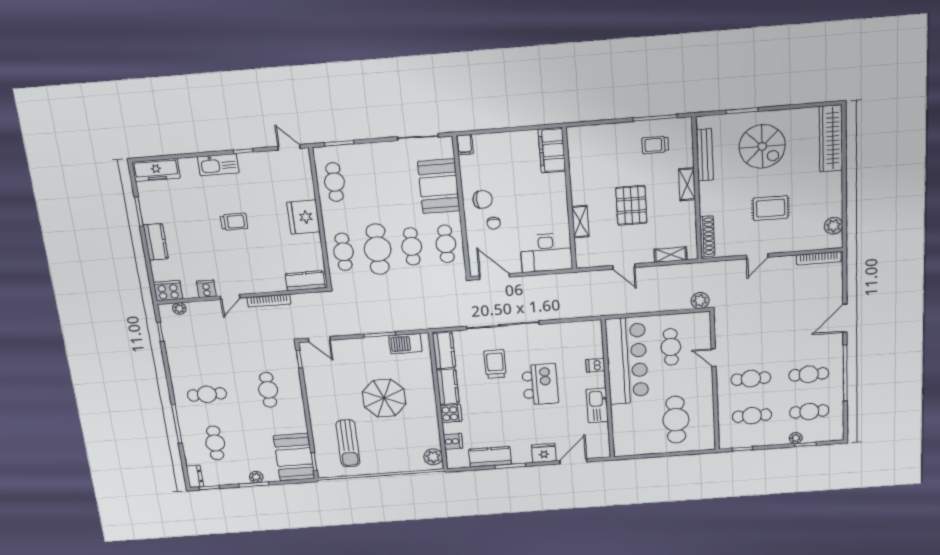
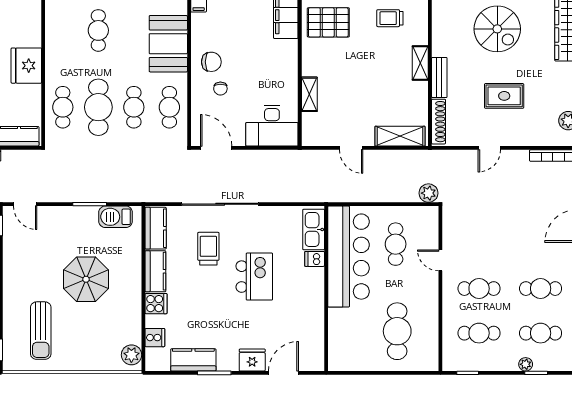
bench: (705, 155) -> (439, 78), moved, width x0.73
cafe table: (335, 182) -> (98, 30), moved
pallet: (631, 205) -> (328, 22), moved, turned 90
shelving: (671, 255) -> (400, 136), width x1.50, depth x1.33
kitchen sink: (597, 406) -> (314, 230), moved

